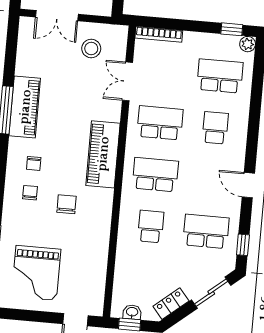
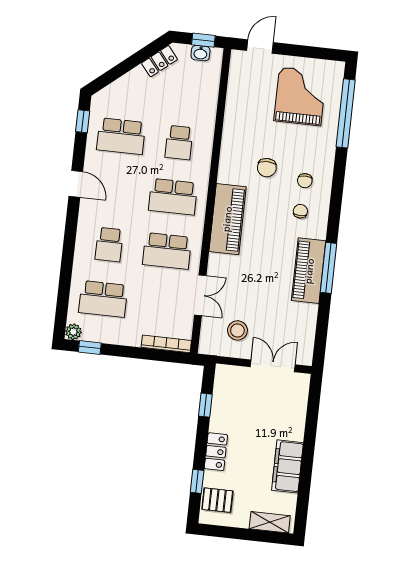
sliding door: (211, 293) -> (117, 72), removed

